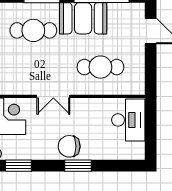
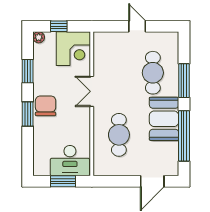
window: (151, 128) -> (63, 181), added
window: (18, 166) -> (28, 71), moved

